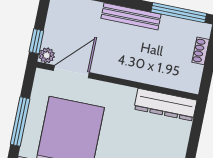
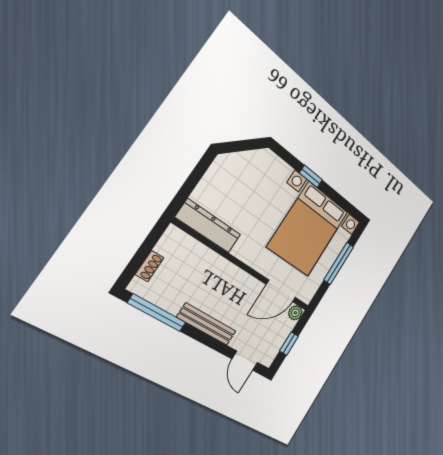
window: (36, 41) -> (289, 344), moved

